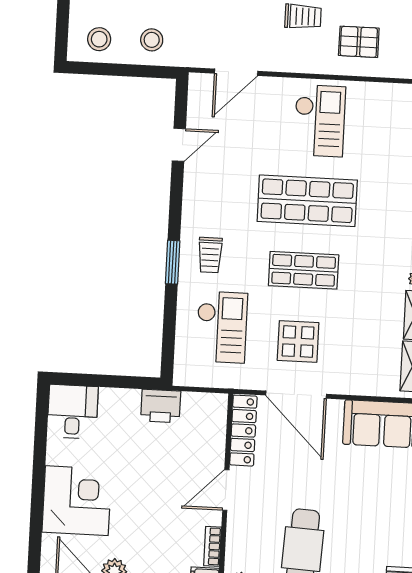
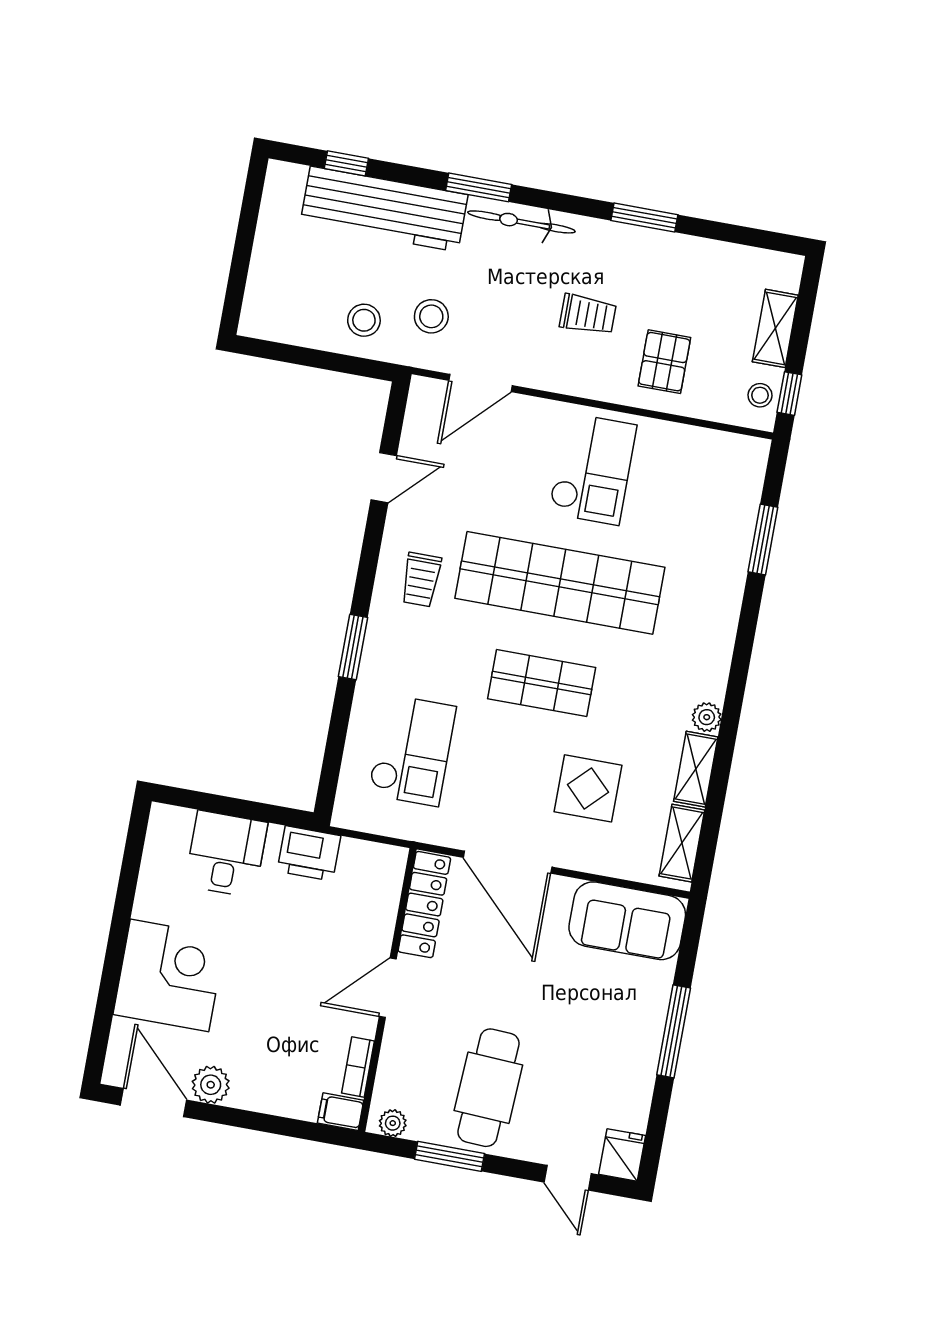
stool: (99, 39) -> (431, 316), moved
pallet: (359, 42) -> (664, 362), turned 90
shop shelf: (307, 201) -> (560, 583), width x1.40
trolley: (210, 255) -> (421, 580), moved
display table: (298, 341) -> (588, 788), moved
desk: (73, 412) -> (226, 854), moved

